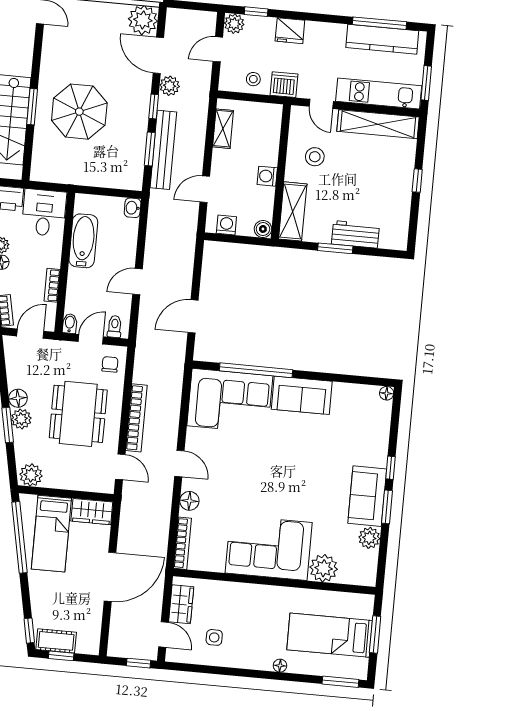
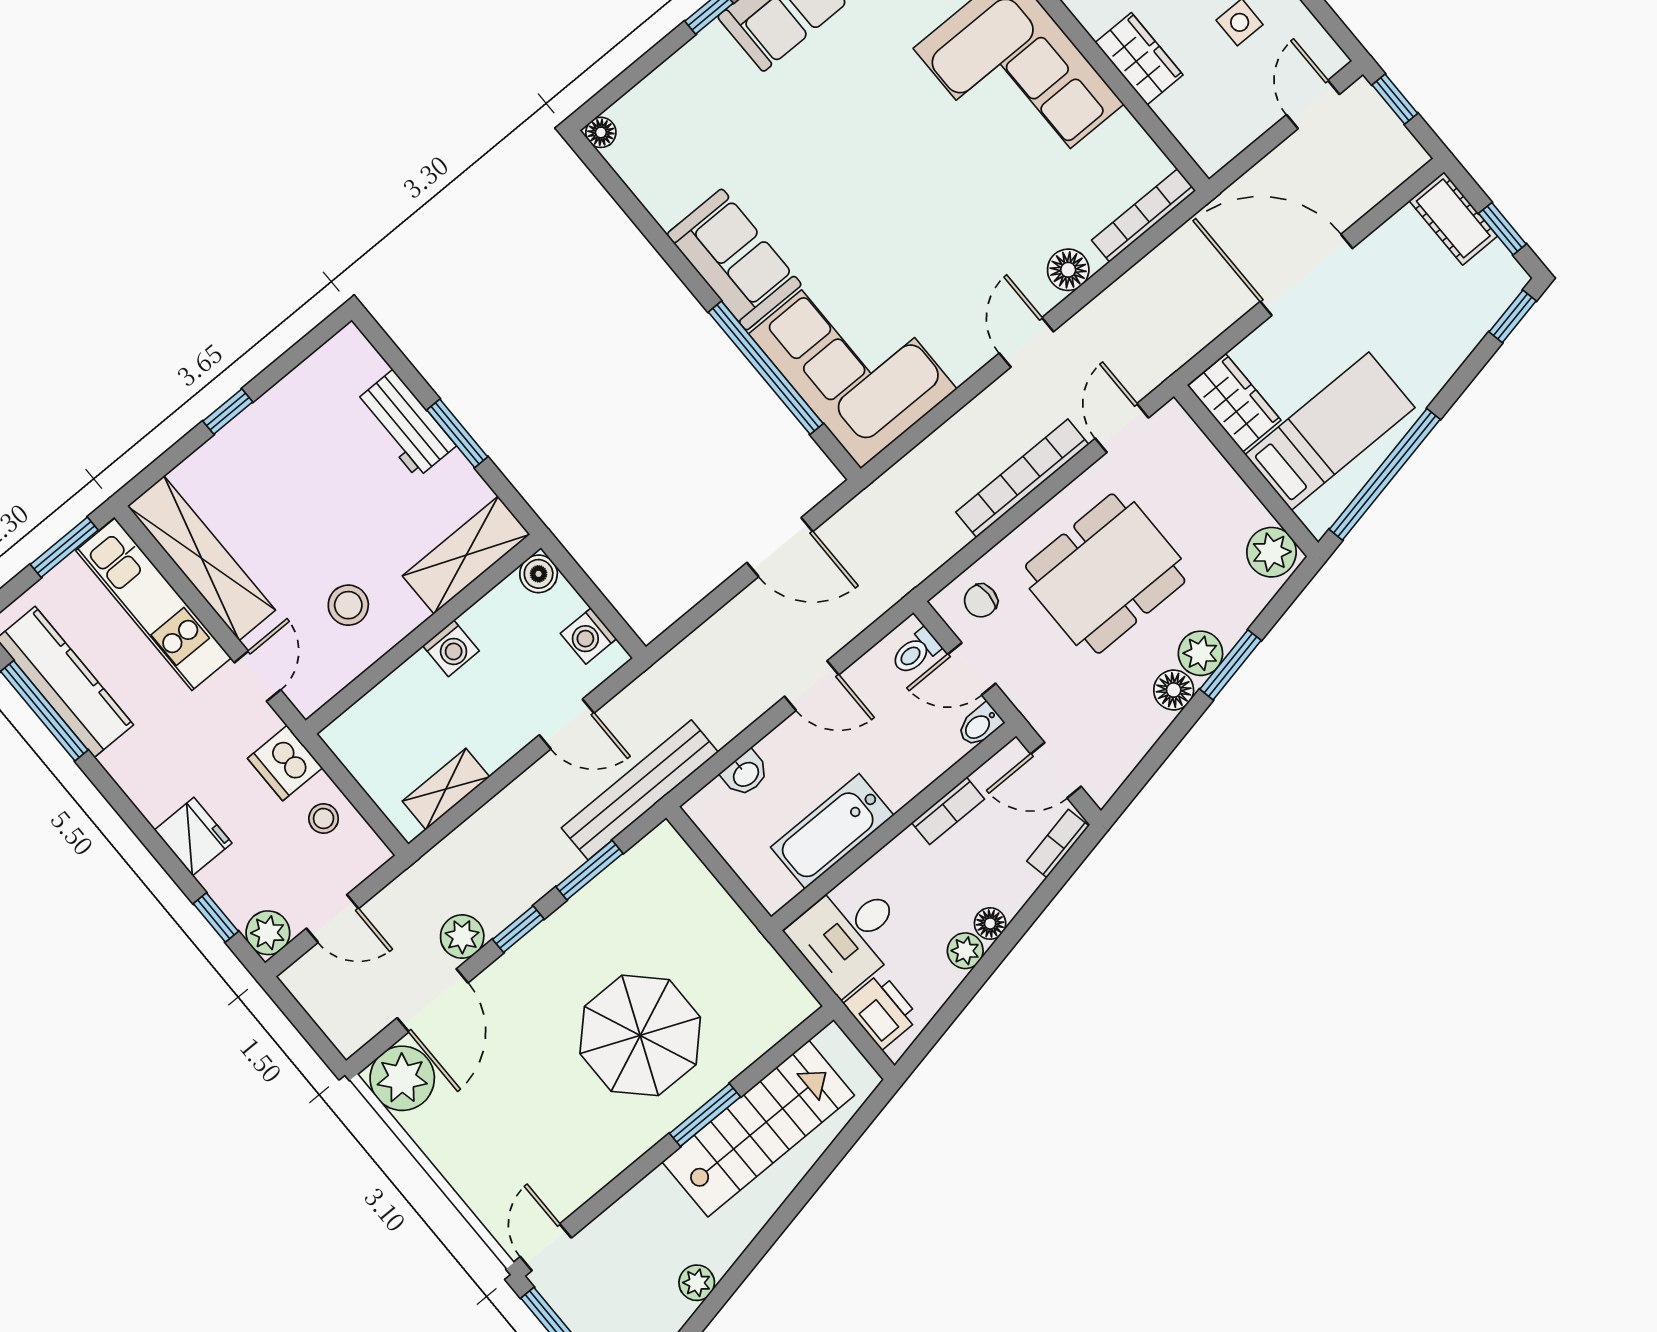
bench: (163, 150) -> (640, 790), moved
washbasin: (133, 208) -> (745, 774), moved
wardrobe: (181, 604) -> (1139, 59), moved, turned 90
cot: (56, 641) -> (1453, 218), moved

